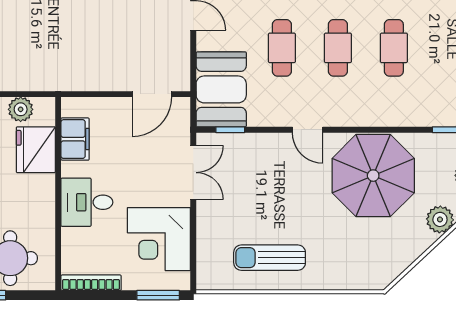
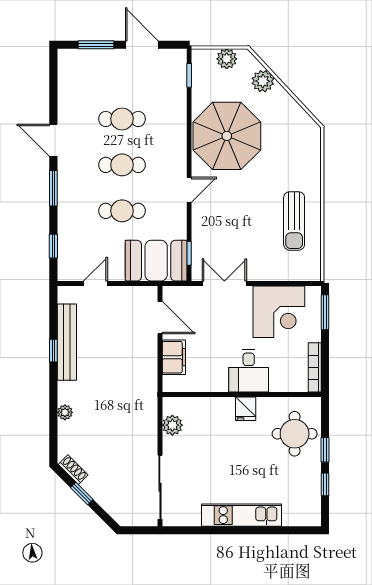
filing cabinet: (75, 139) -> (174, 357), moved, turned 90
fridge: (36, 150) -> (246, 409), moved, width x0.53, depth x0.75

